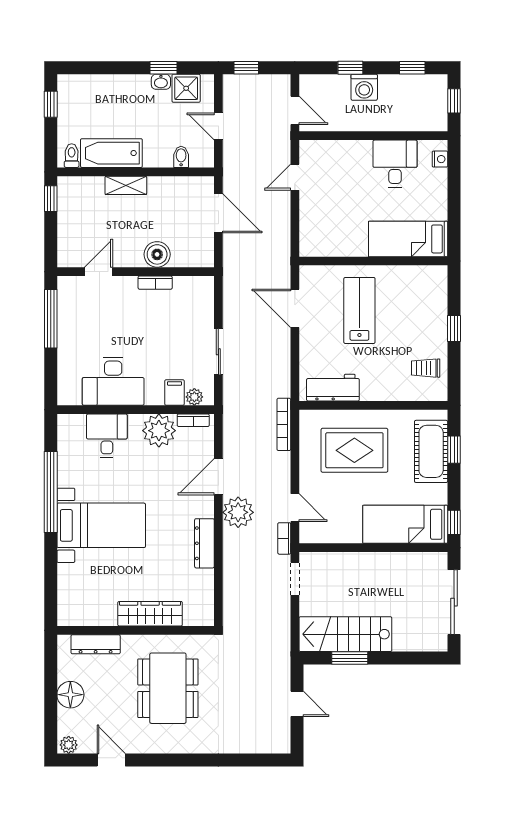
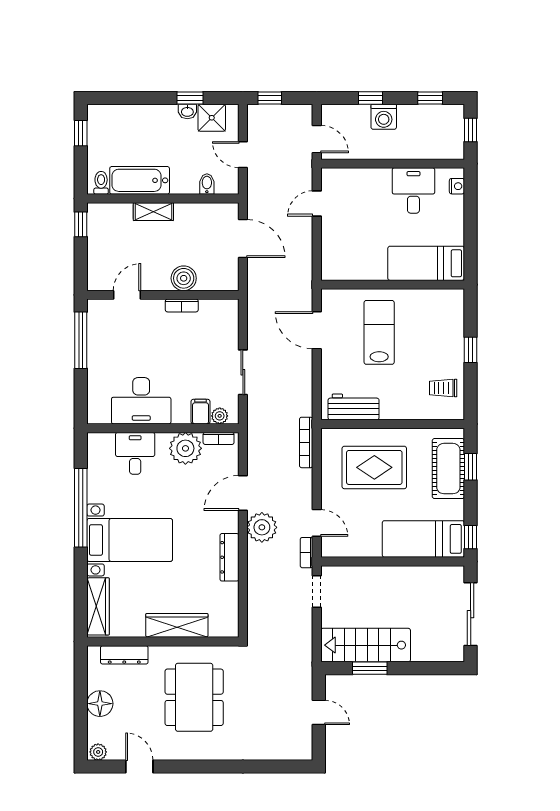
wardrobe: (69, 594) -> (98, 606), added

